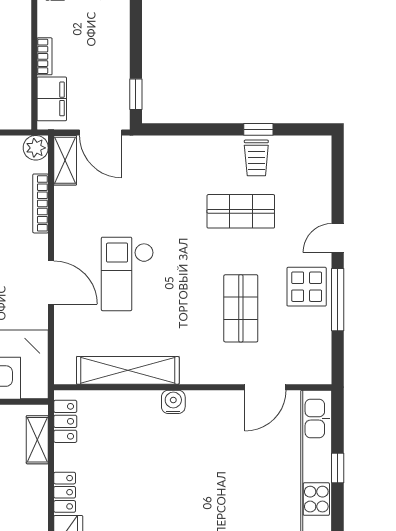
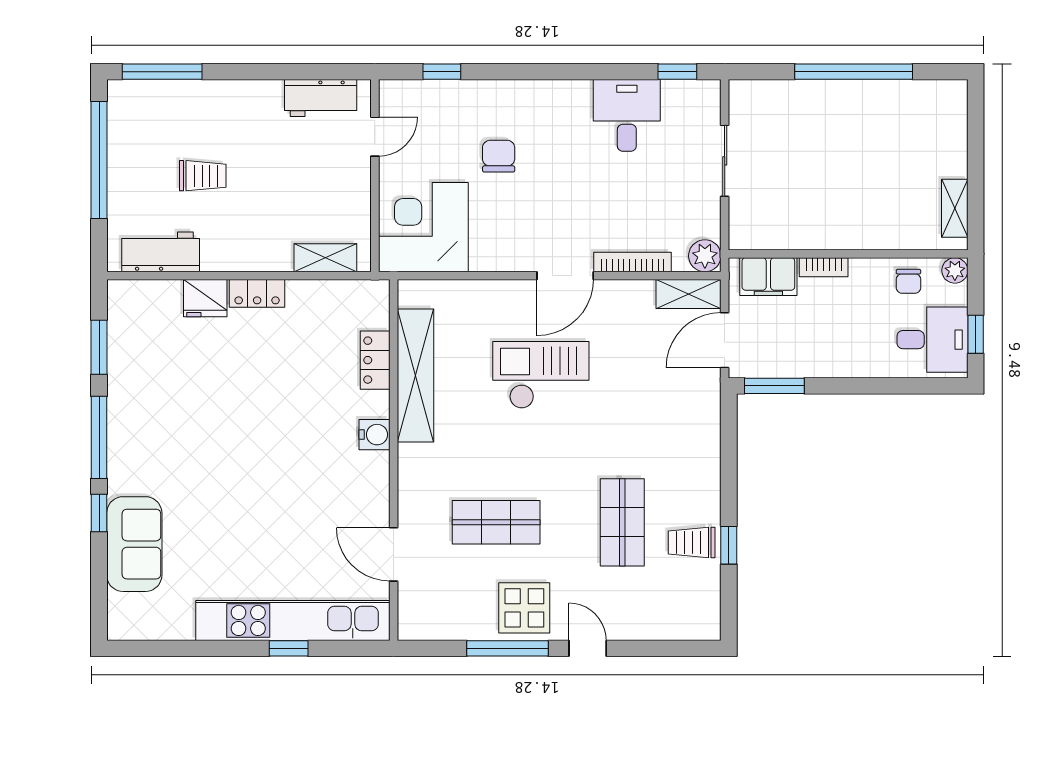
window: (136, 94) -> (774, 386), width x1.50
door: (51, 283) -> (565, 276), moved
locker: (65, 421) -> (375, 360), moved, turned 90

